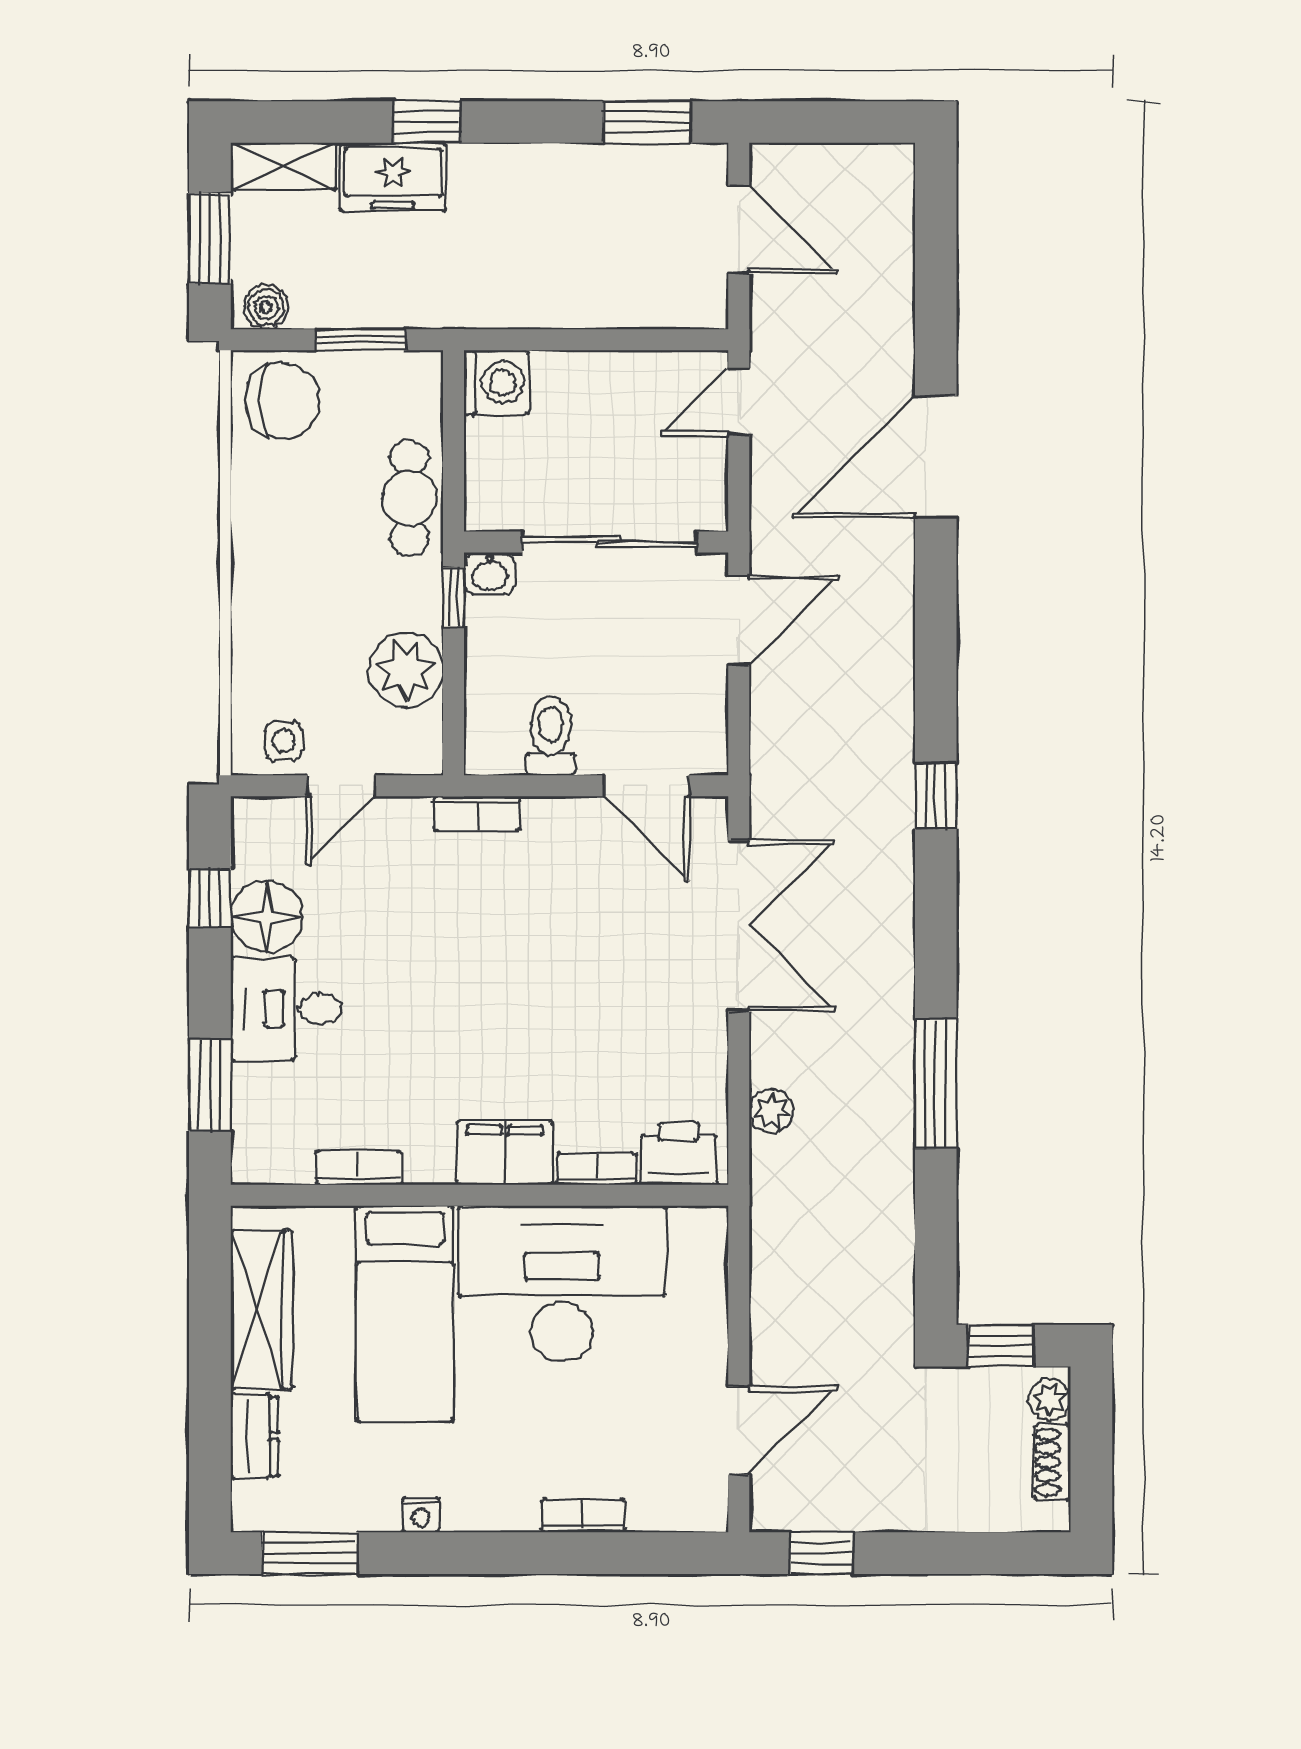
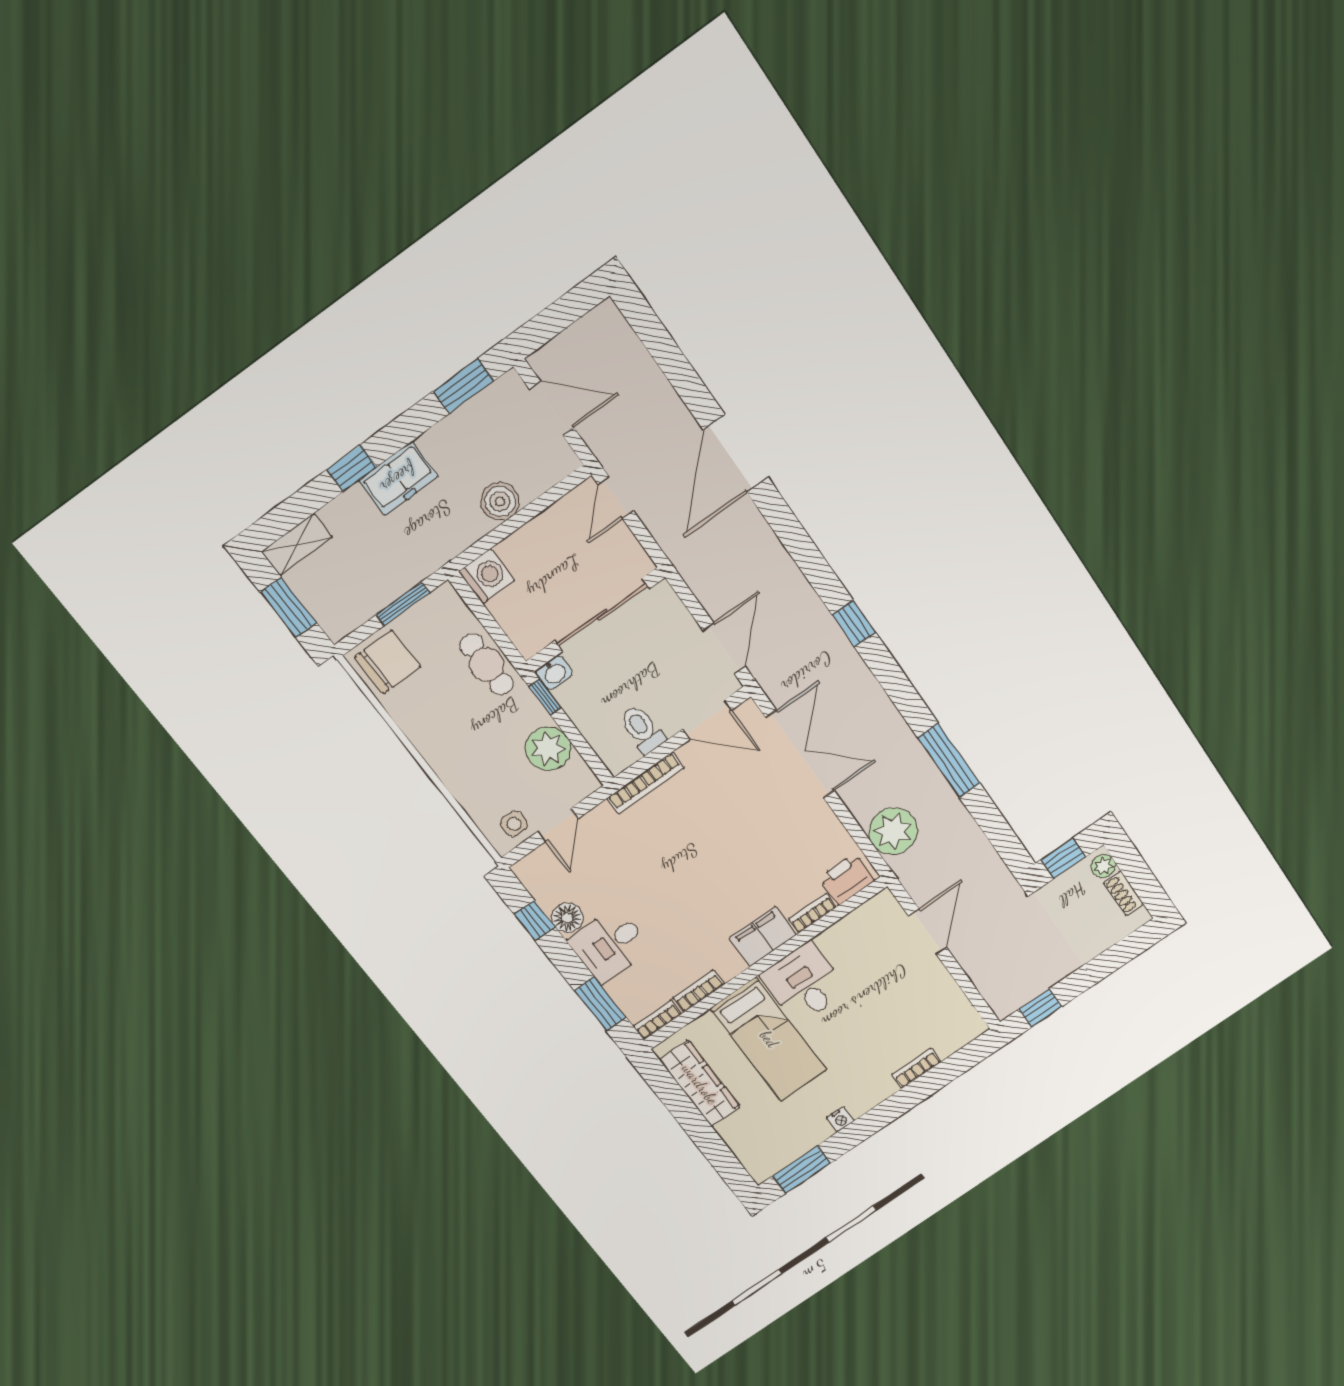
freezer: (393, 177) -> (398, 478), moved
boiler: (266, 307) -> (500, 501), moved, width x1.36, depth x1.36
door: (739, 620) -> (724, 648), moved
bookcase: (477, 813) -> (645, 783), width x1.56
floor lamp: (267, 917) -> (567, 918), width x0.73, depth x0.73
plant: (771, 1111) -> (893, 831), width x1.88, depth x1.88
bookcase: (271, 1169) -> (657, 1020), added
desk: (562, 1284) -> (804, 983), width x0.53, depth x0.77
door: (739, 1431) -> (928, 932), moved
dresser: (255, 1436) -> (738, 1139), removed

